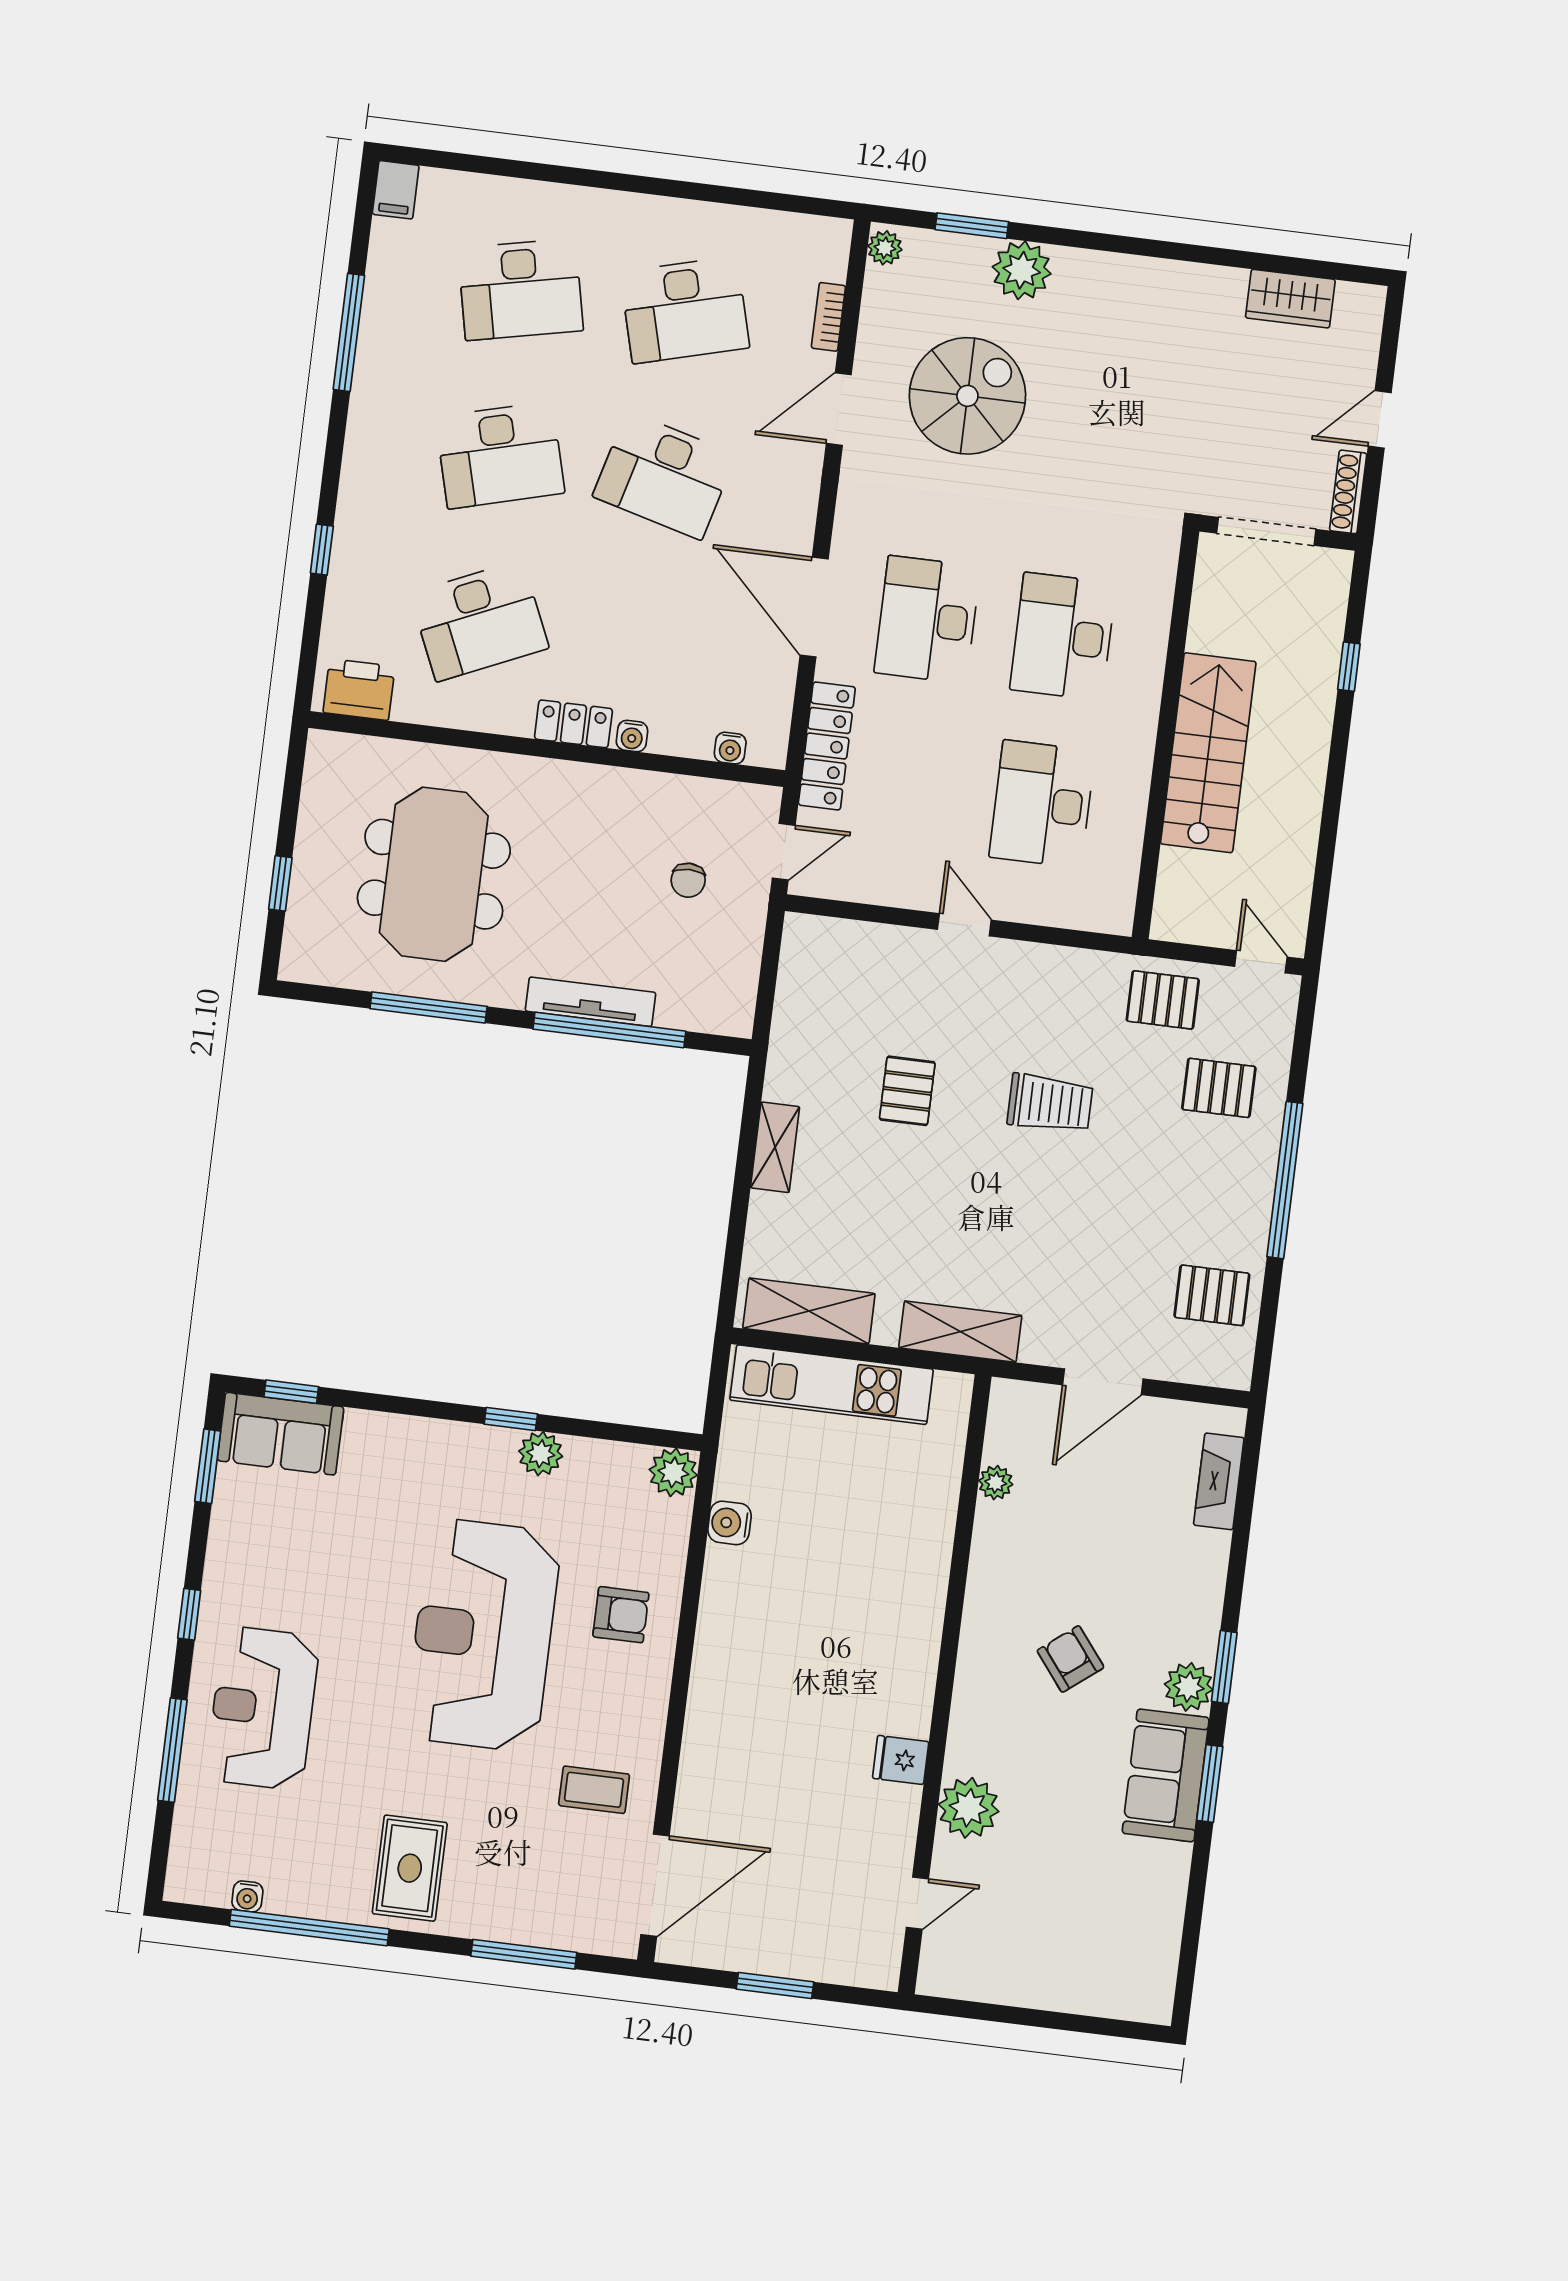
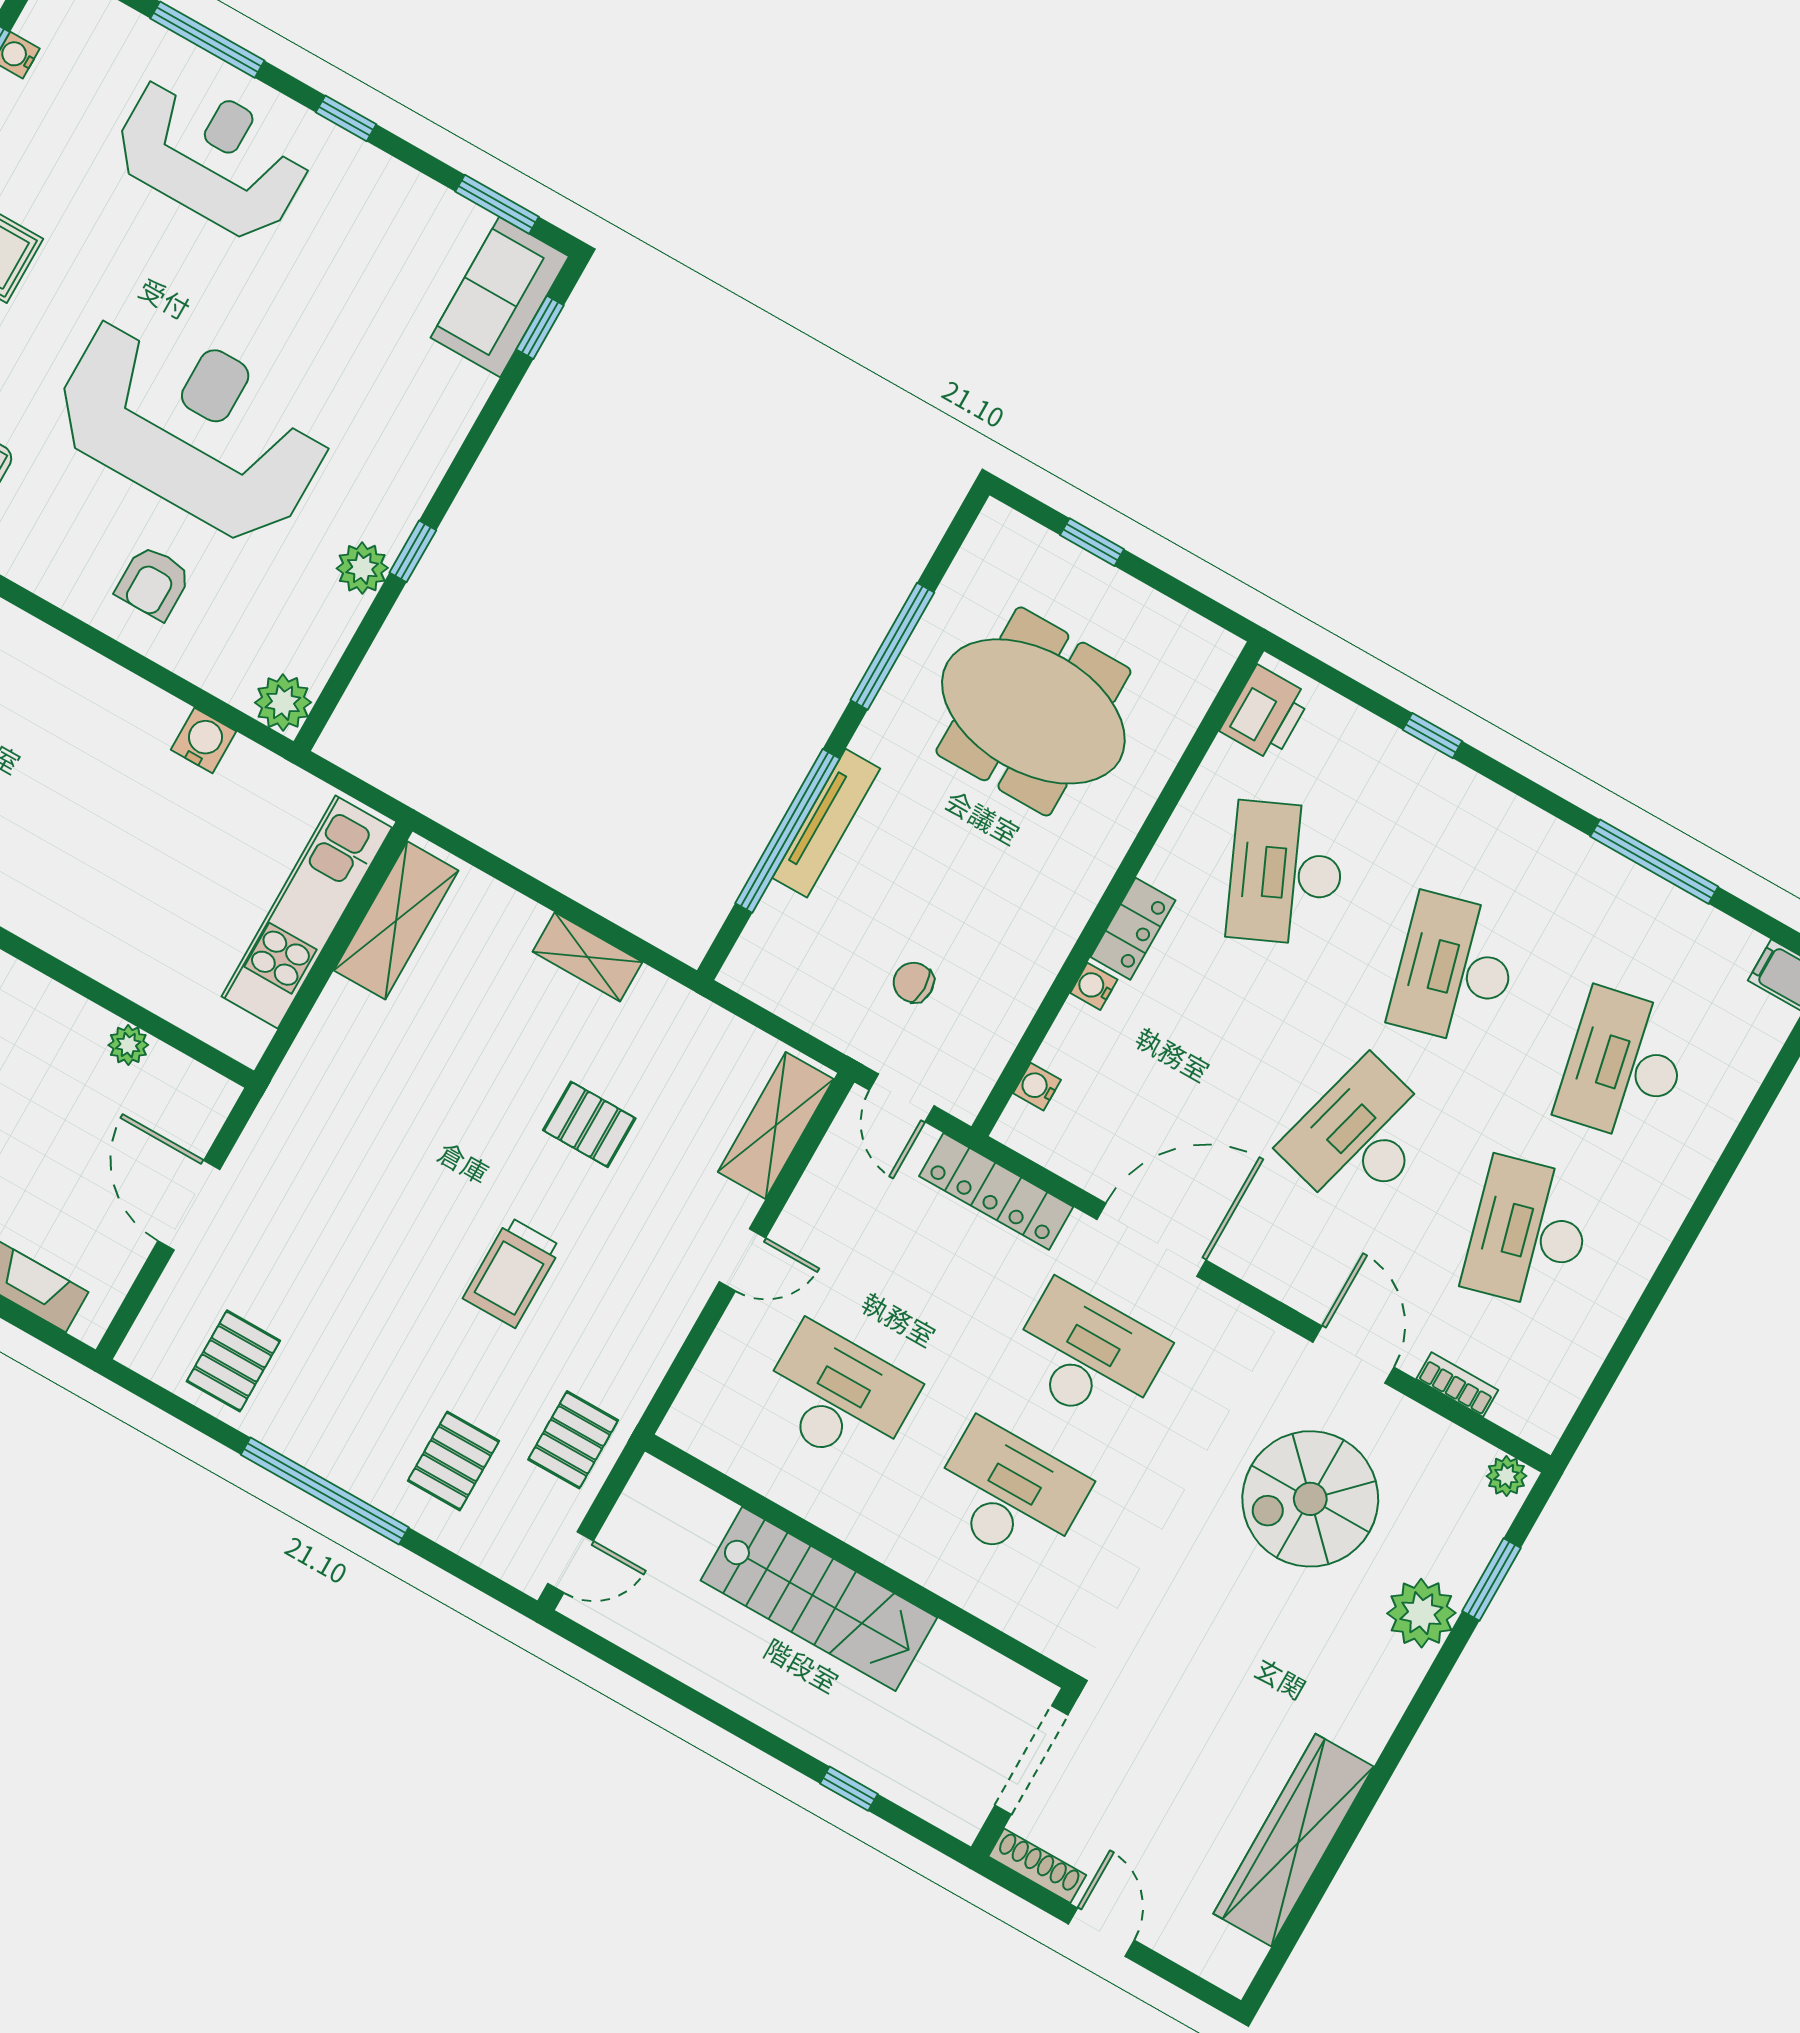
wardrobe: (1290, 299) -> (1293, 1840), width x2.10, depth x1.17
spiral stairs: (967, 396) -> (1310, 1499), turned 90
shelving: (960, 1332) -> (776, 1125), moved

